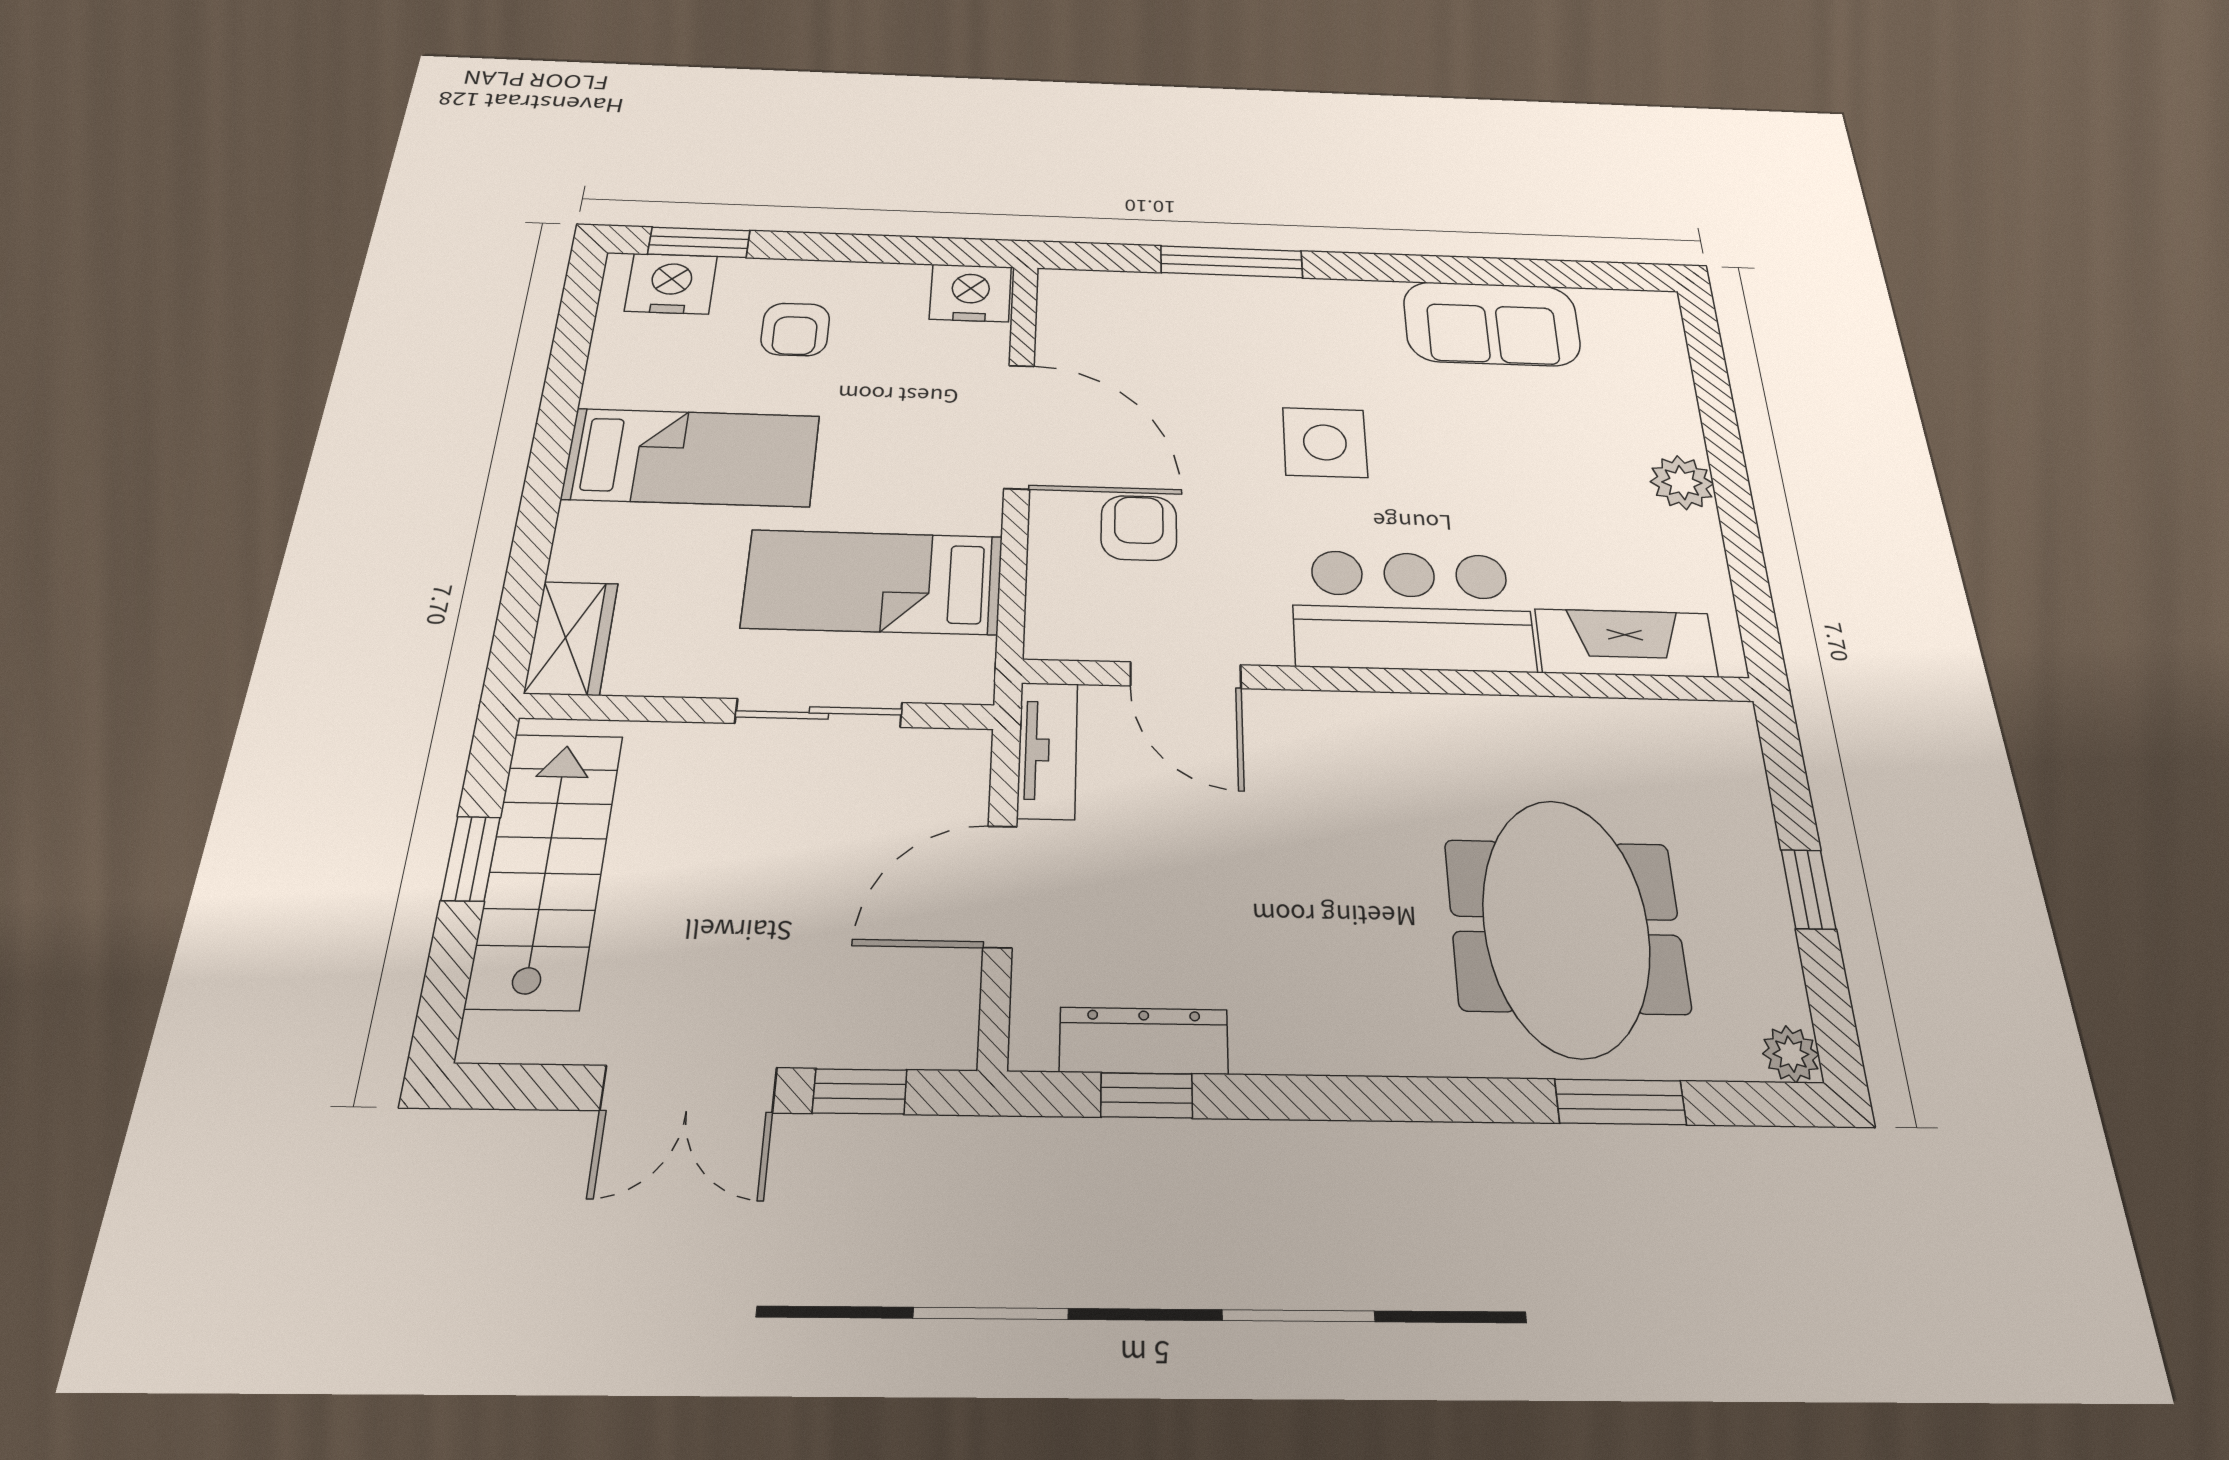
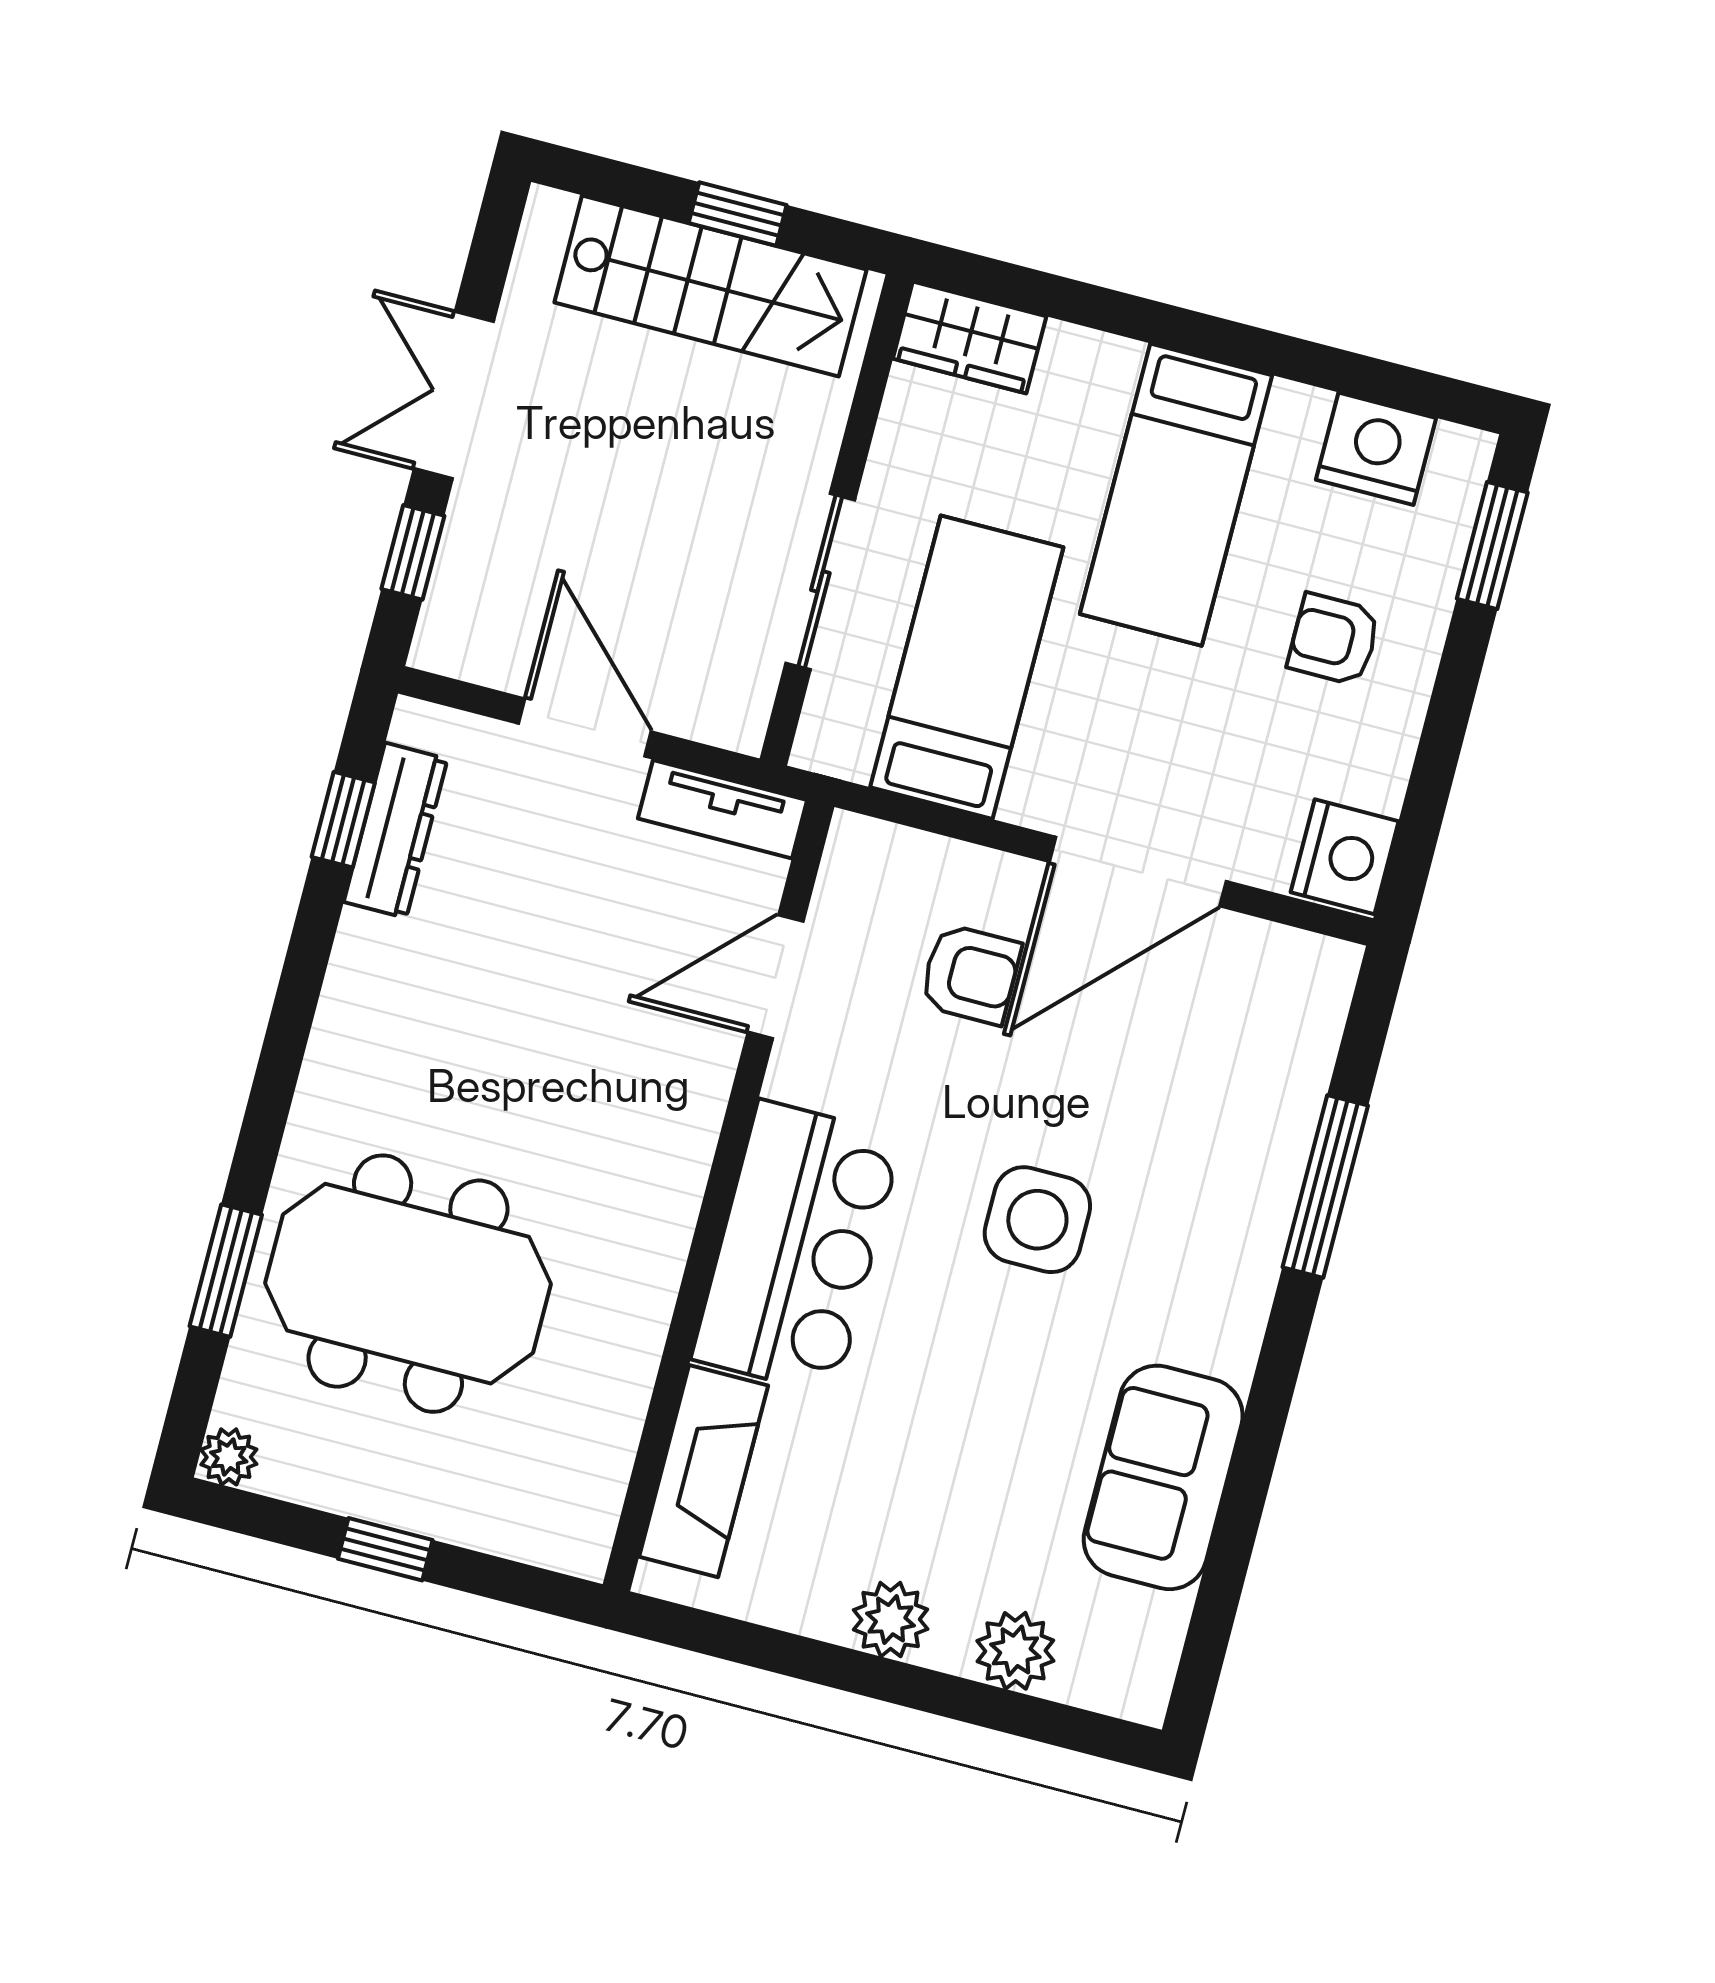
nightstand: (671, 284) -> (1376, 449), moved, turned -90
plant: (1665, 394) -> (1015, 1651), added

